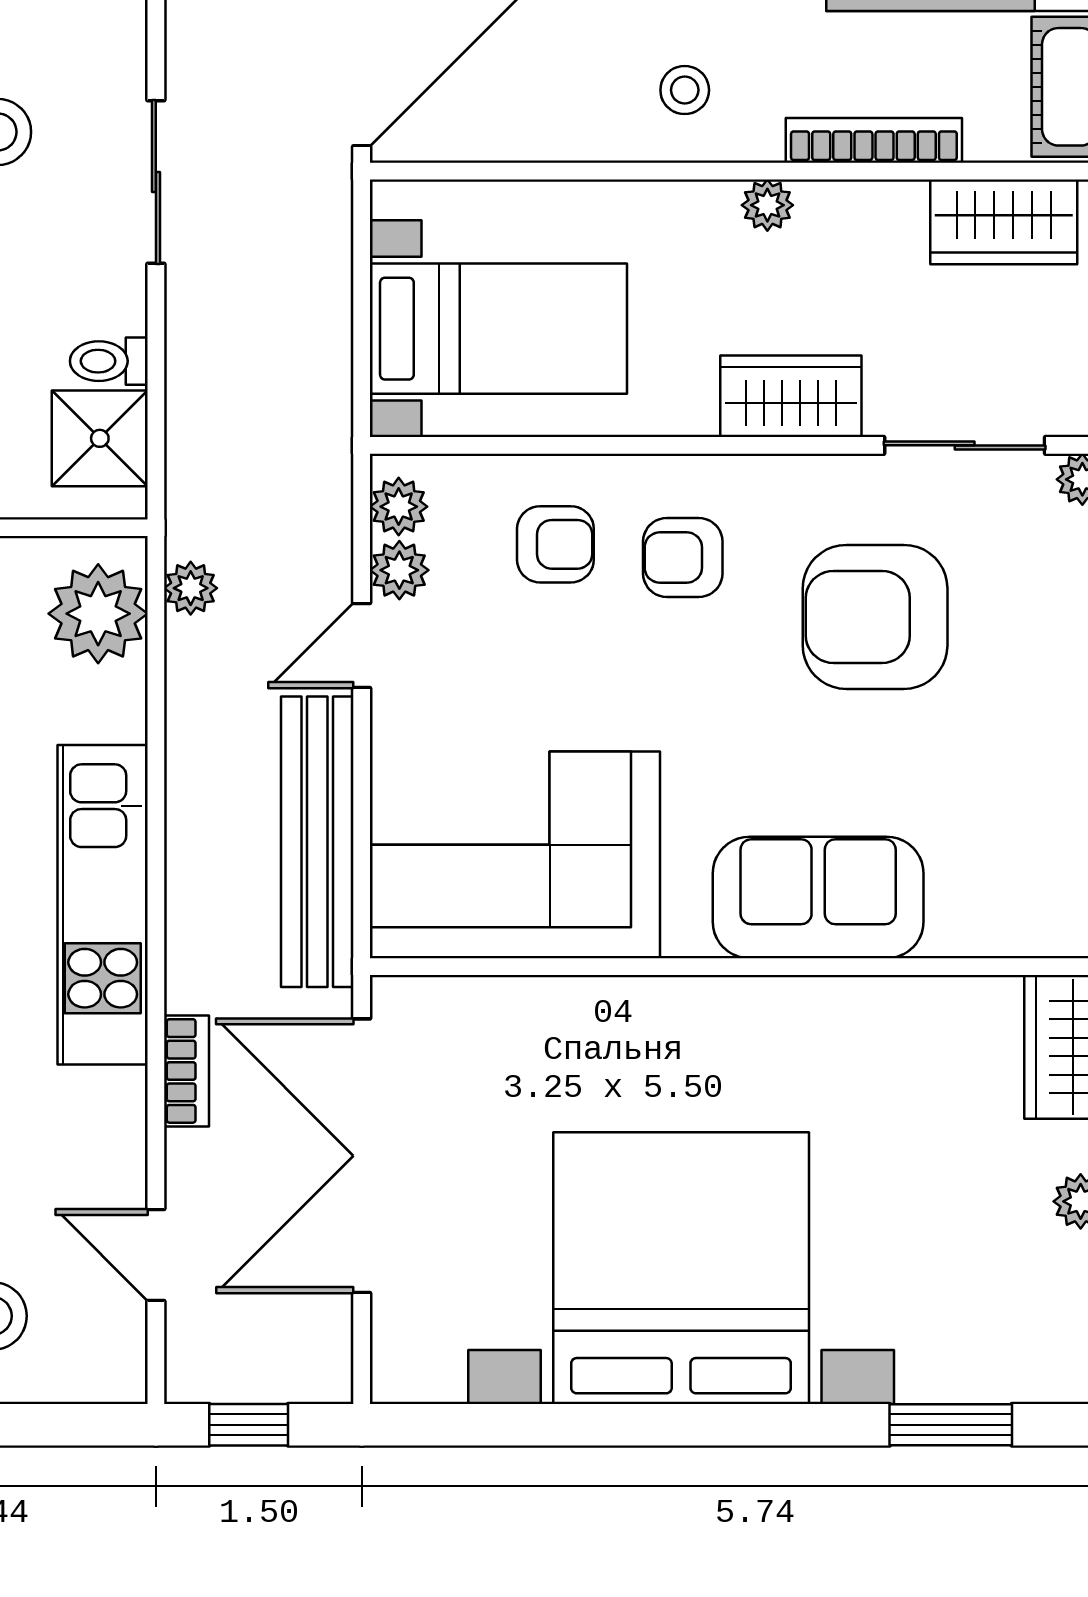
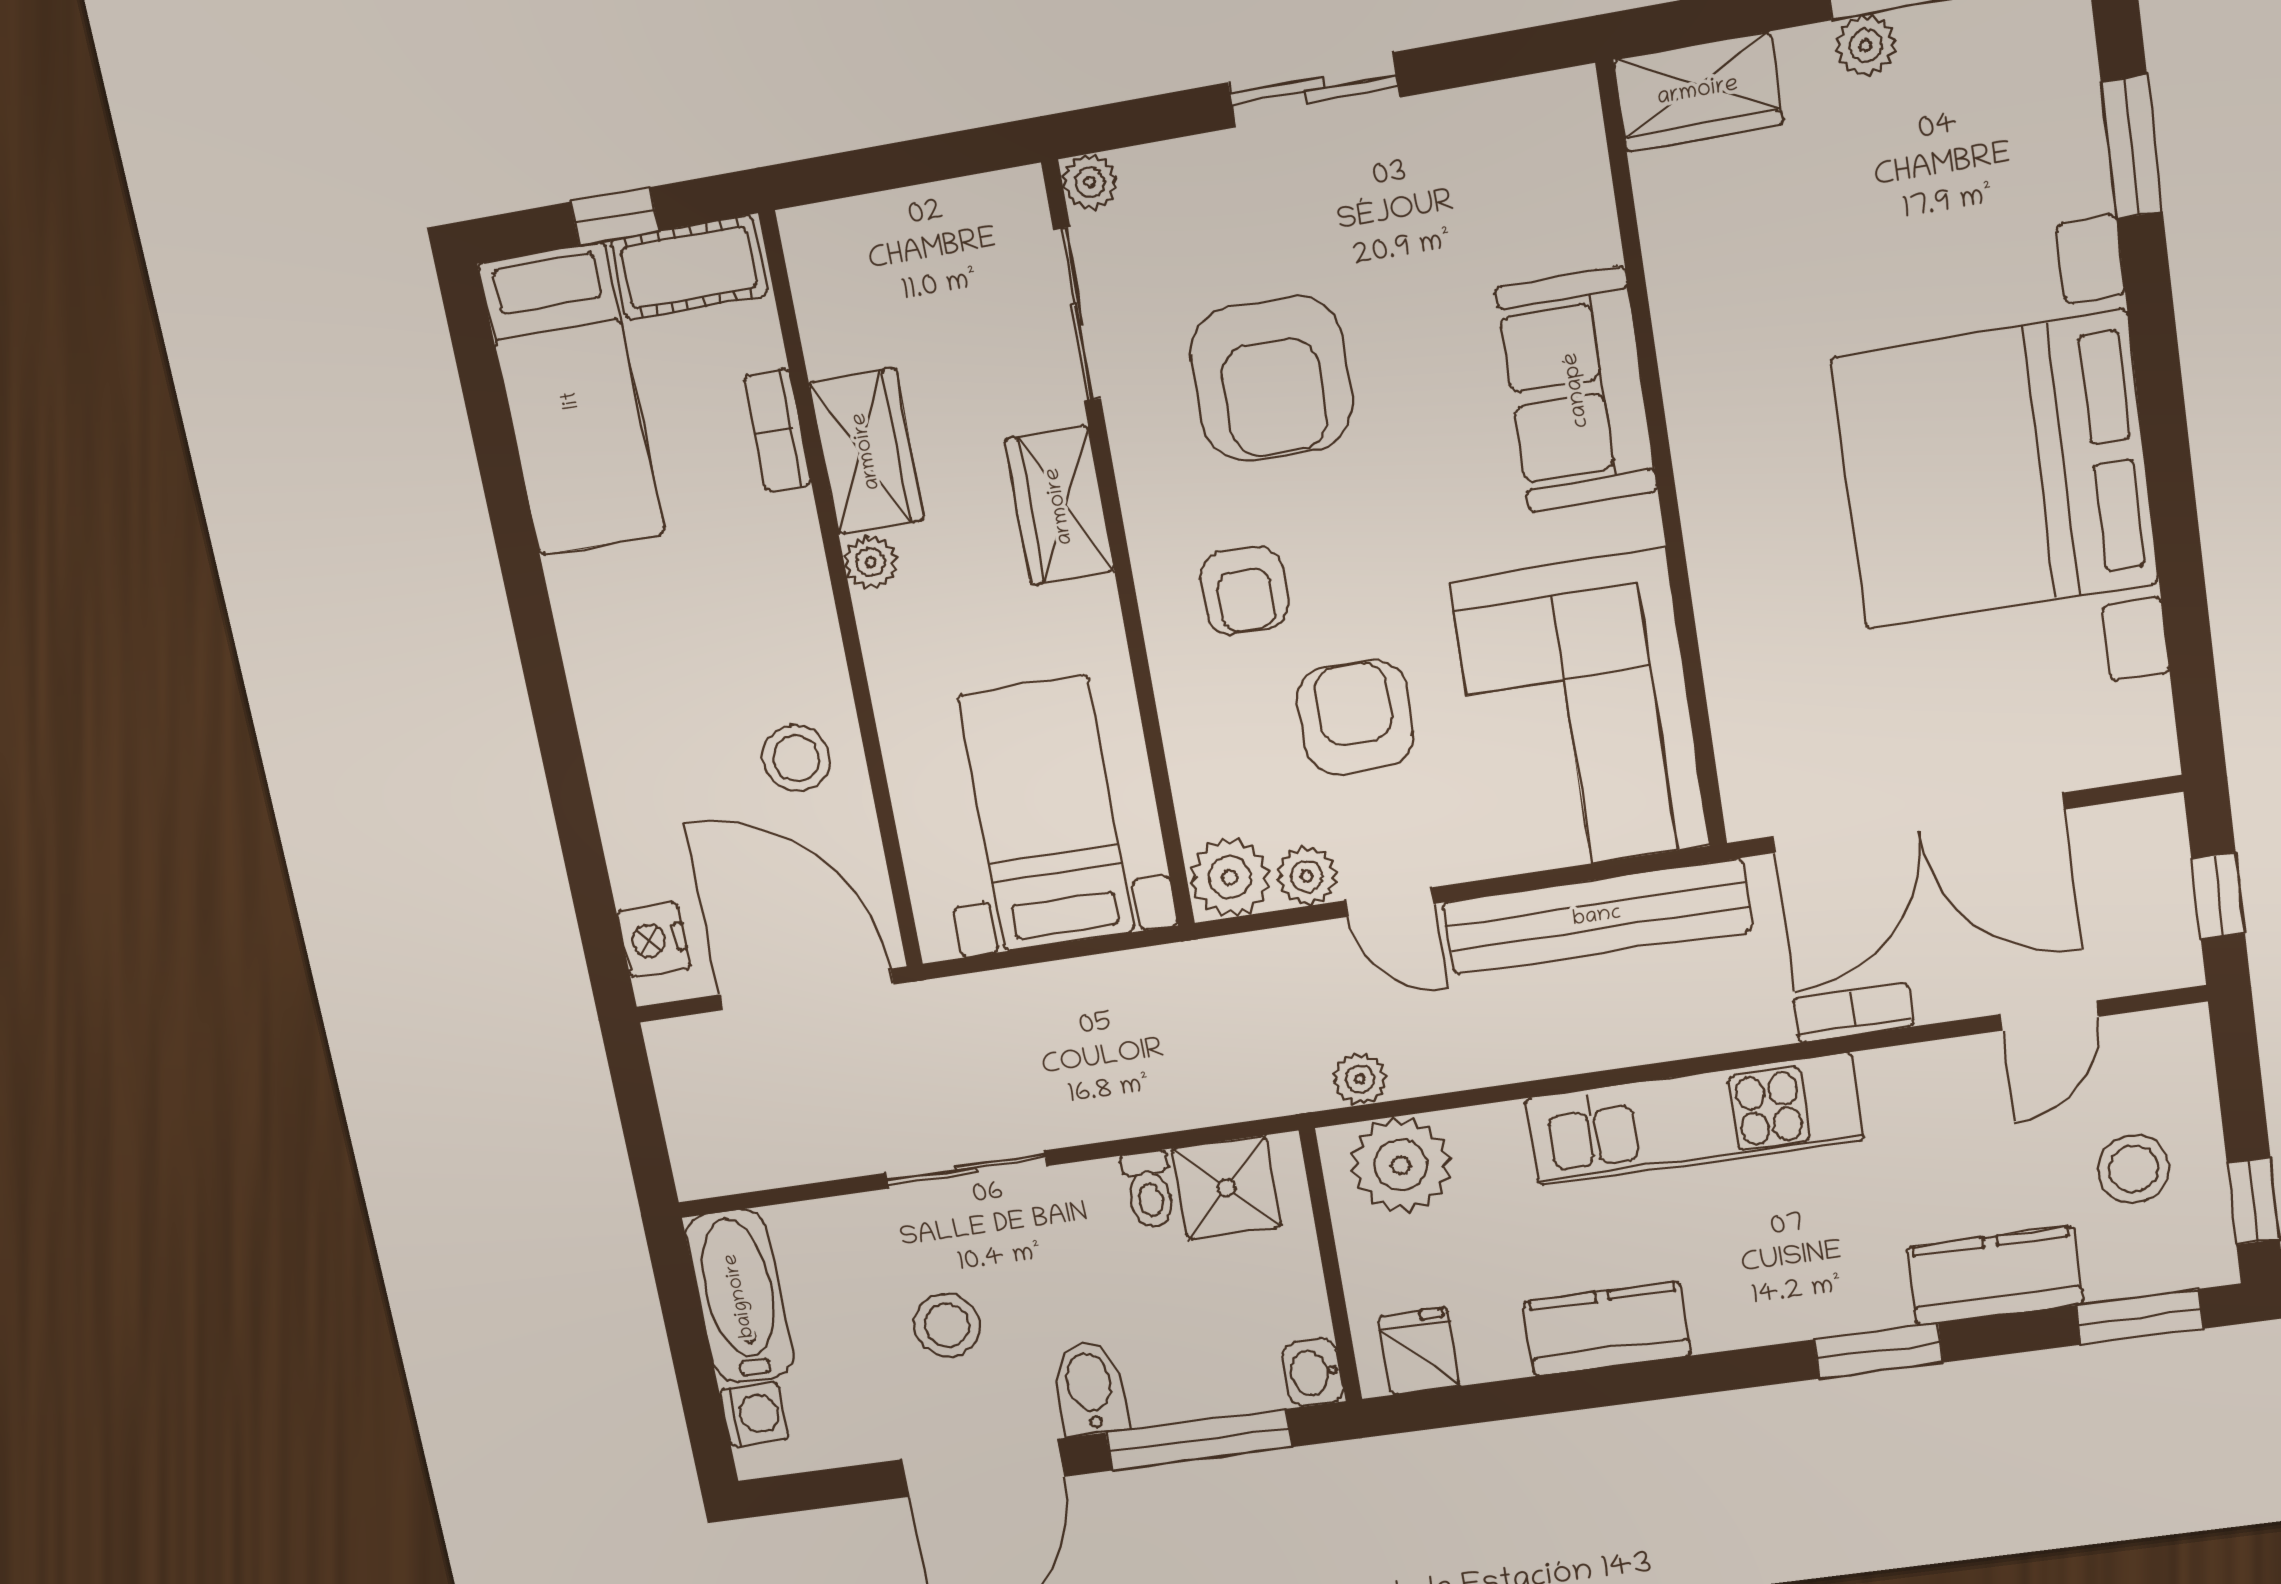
stool: (685, 90) -> (796, 758), moved, width x1.37, depth x1.37
bookcase: (874, 140) -> (778, 430), width x0.64
wardrobe: (1004, 222) -> (867, 451), moved
plant: (399, 507) -> (1230, 877), width x1.38, depth x1.38
armchair: (555, 544) -> (1355, 717), moved, width x1.38, depth x1.38

